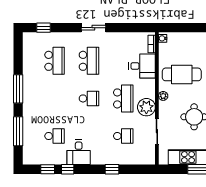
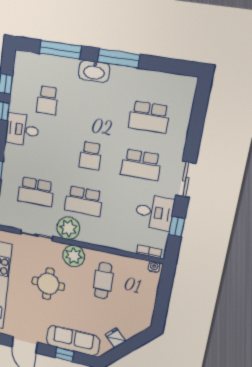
window: (43, 28) -> (177, 227), moved
desk: (142, 66) -> (154, 212), moved, turned -90
cafe table: (182, 74) -> (103, 281), width x0.73, depth x0.74
plant: (163, 96) -> (74, 256), width x1.88, depth x1.88
washbasin: (29, 105) -> (94, 71), added
school desk: (123, 136) -> (36, 192), width x1.85

